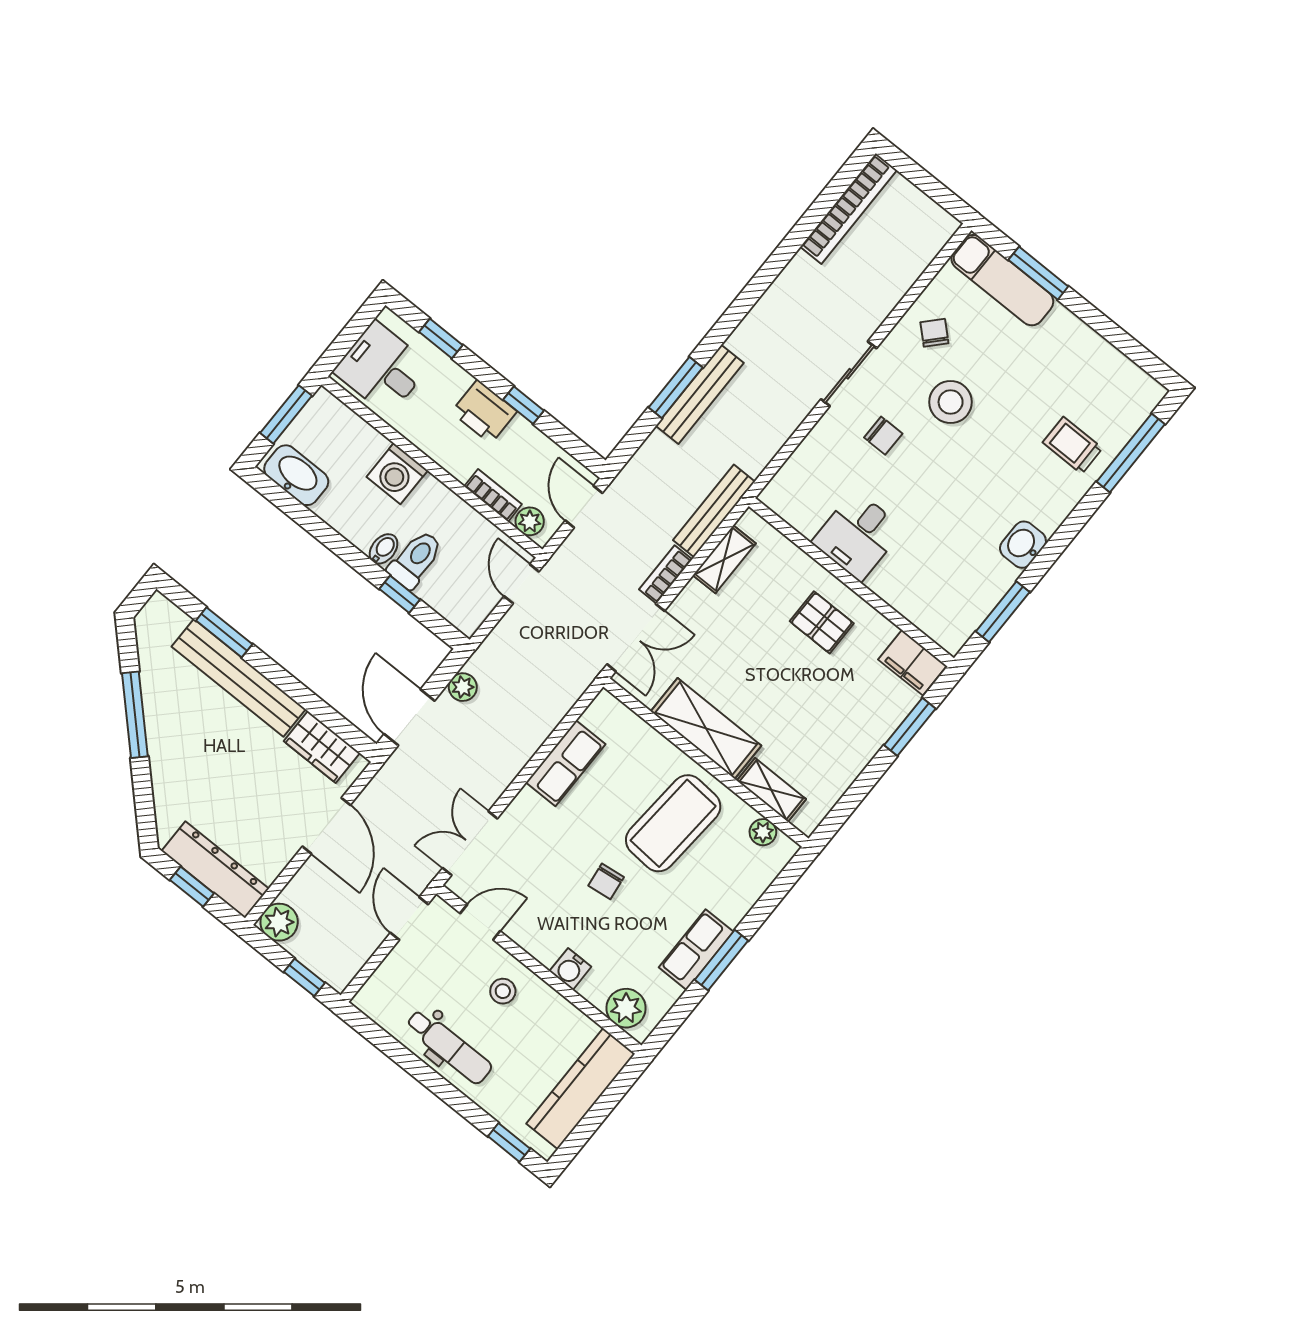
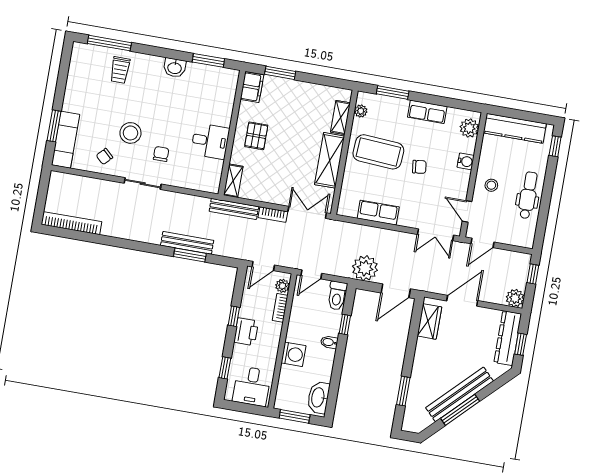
toilet: (415, 559) -> (337, 296), moved, turned -90
shelving: (724, 559) -> (233, 181), moved, turned 90
bench: (239, 678) -> (459, 394), moved, turned 45
plant: (463, 687) -> (365, 268), width x1.88, depth x1.88
window: (722, 960) -> (393, 93), moved

